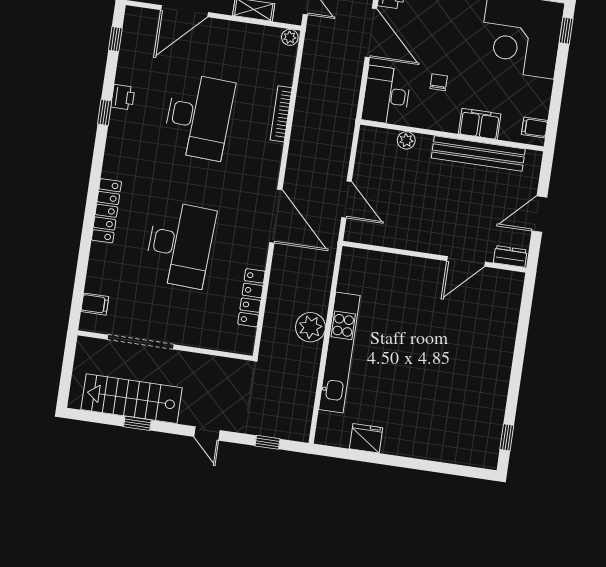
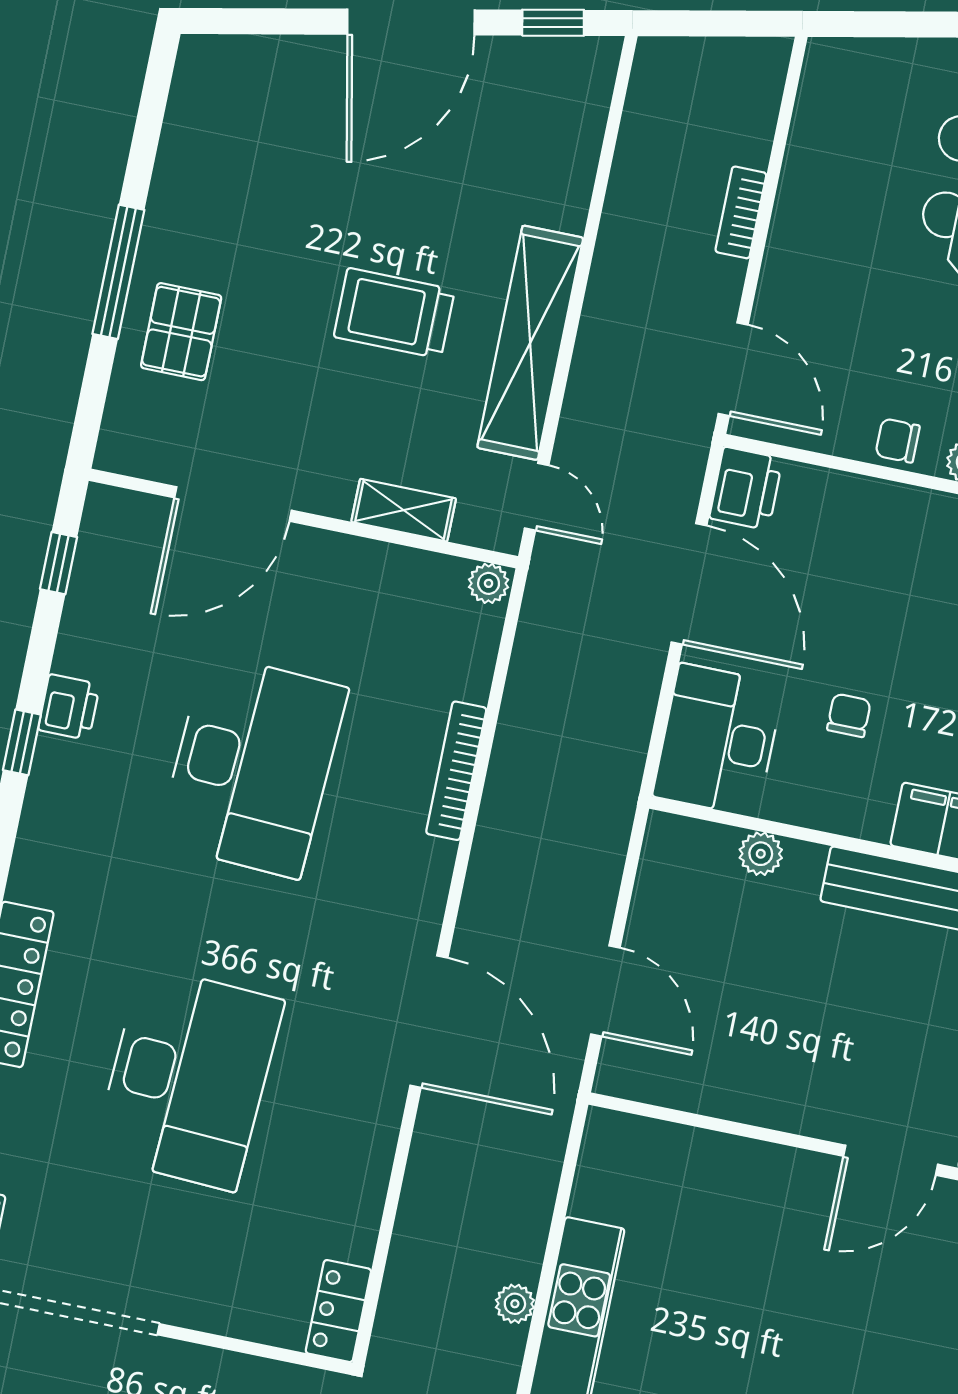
locker: (251, 298) -> (338, 1311), moved, width x0.66
plant: (310, 327) -> (515, 1304), width x0.53, depth x0.53

